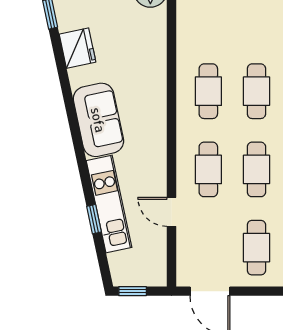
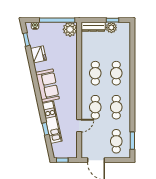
door: (172, 212) -> (79, 126), swing flipped

